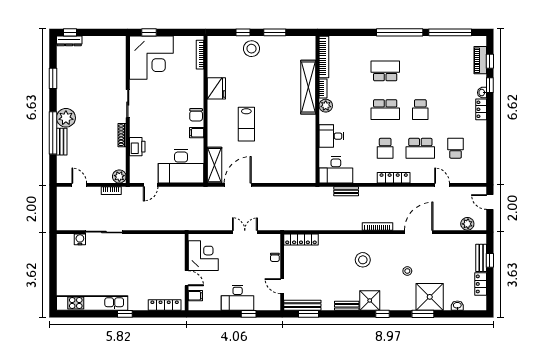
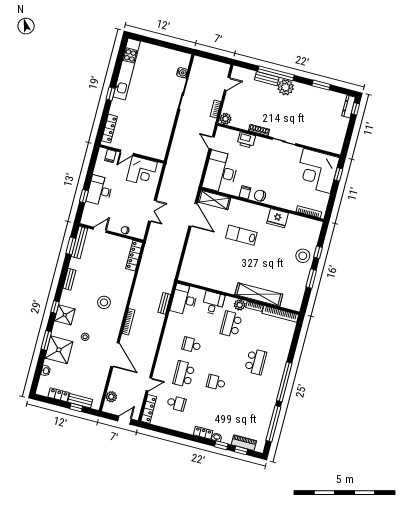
school desk: (385, 110) -> (231, 324), moved
locker: (394, 178) -> (149, 409), moved
shower: (370, 300) -> (65, 315), moved

